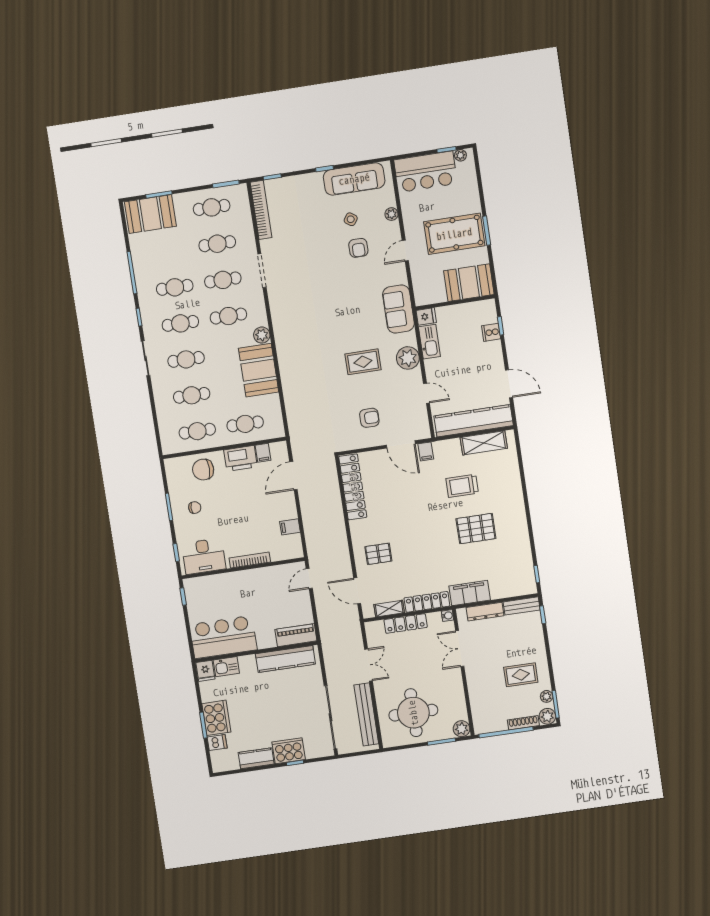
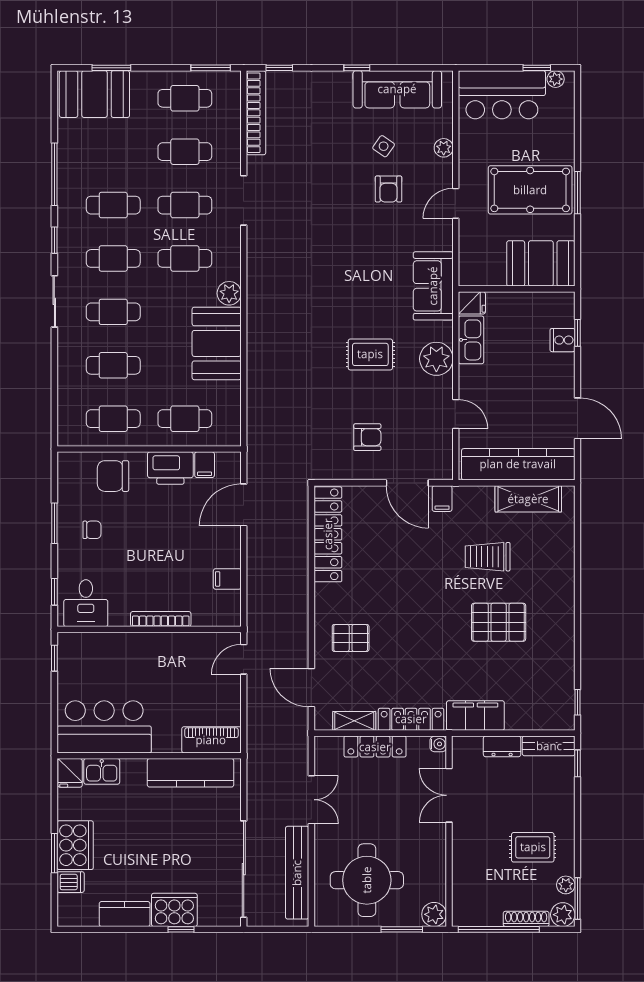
desk: (204, 556) -> (86, 603), width x0.73
dresser: (485, 612) -> (502, 746), width x0.70

